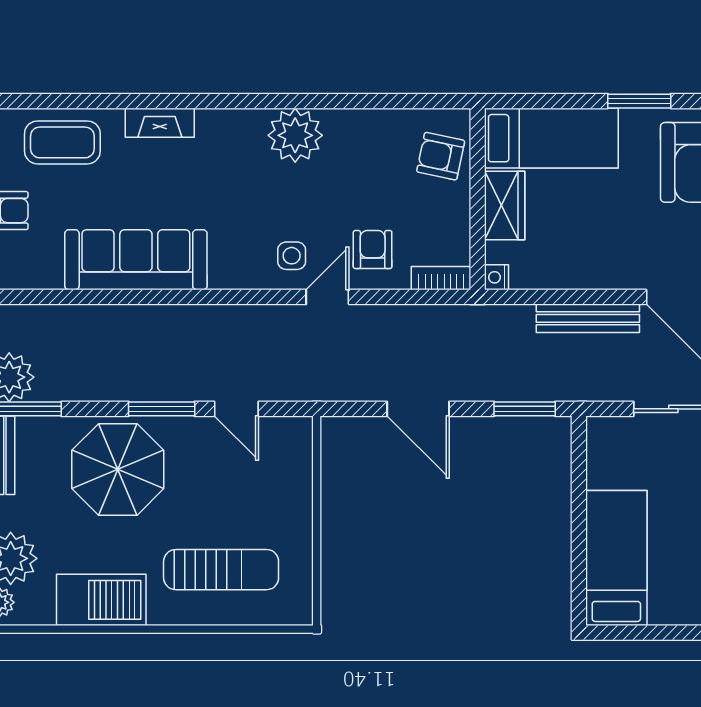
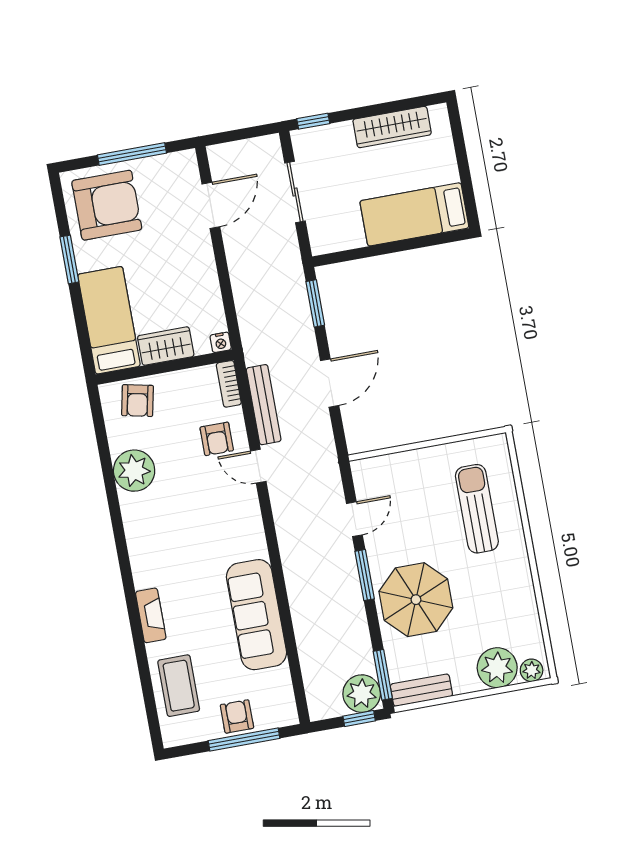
plant: (295, 135) -> (134, 471), moved
armchair: (373, 250) -> (217, 439), turned -90
side table: (292, 256) -> (232, 499), removed
bench: (588, 318) -> (264, 405), moved
barbecue: (101, 600) -> (516, 594), removed

